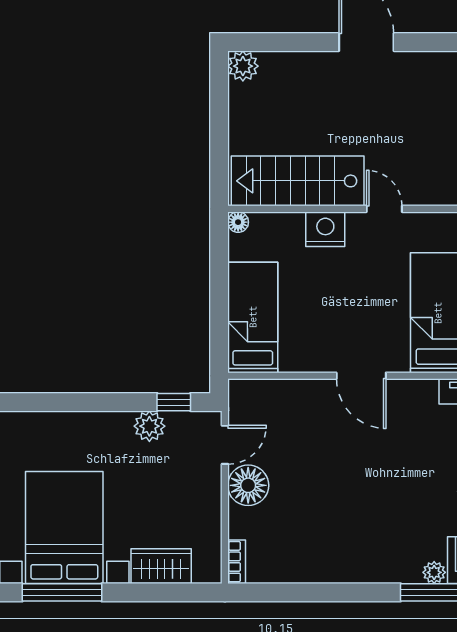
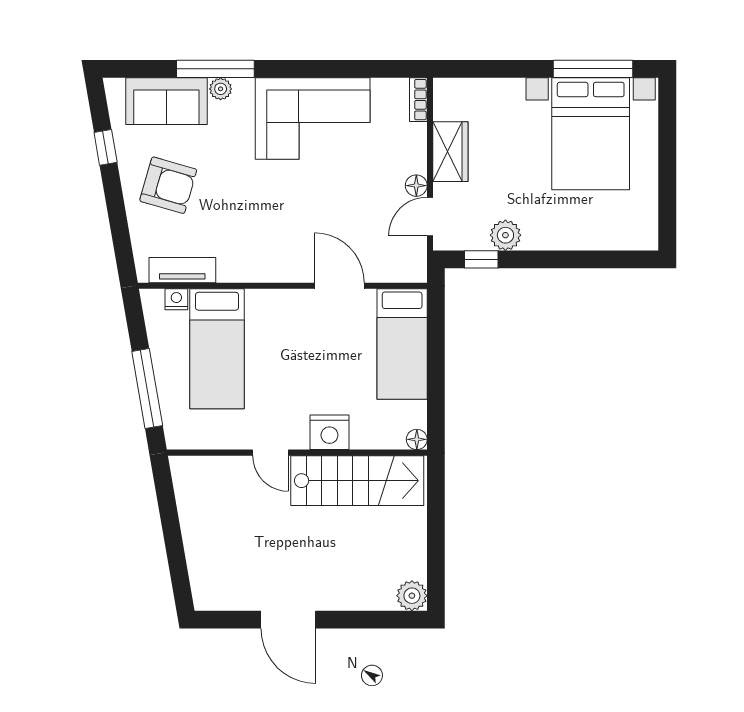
door: (361, 376) -> (339, 286), moved
floor lamp: (248, 485) -> (416, 186), width x0.53, depth x0.53
corner sofa: (342, 543) -> (313, 119), added
wardrobe: (161, 566) -> (450, 152), moved, turned -90

